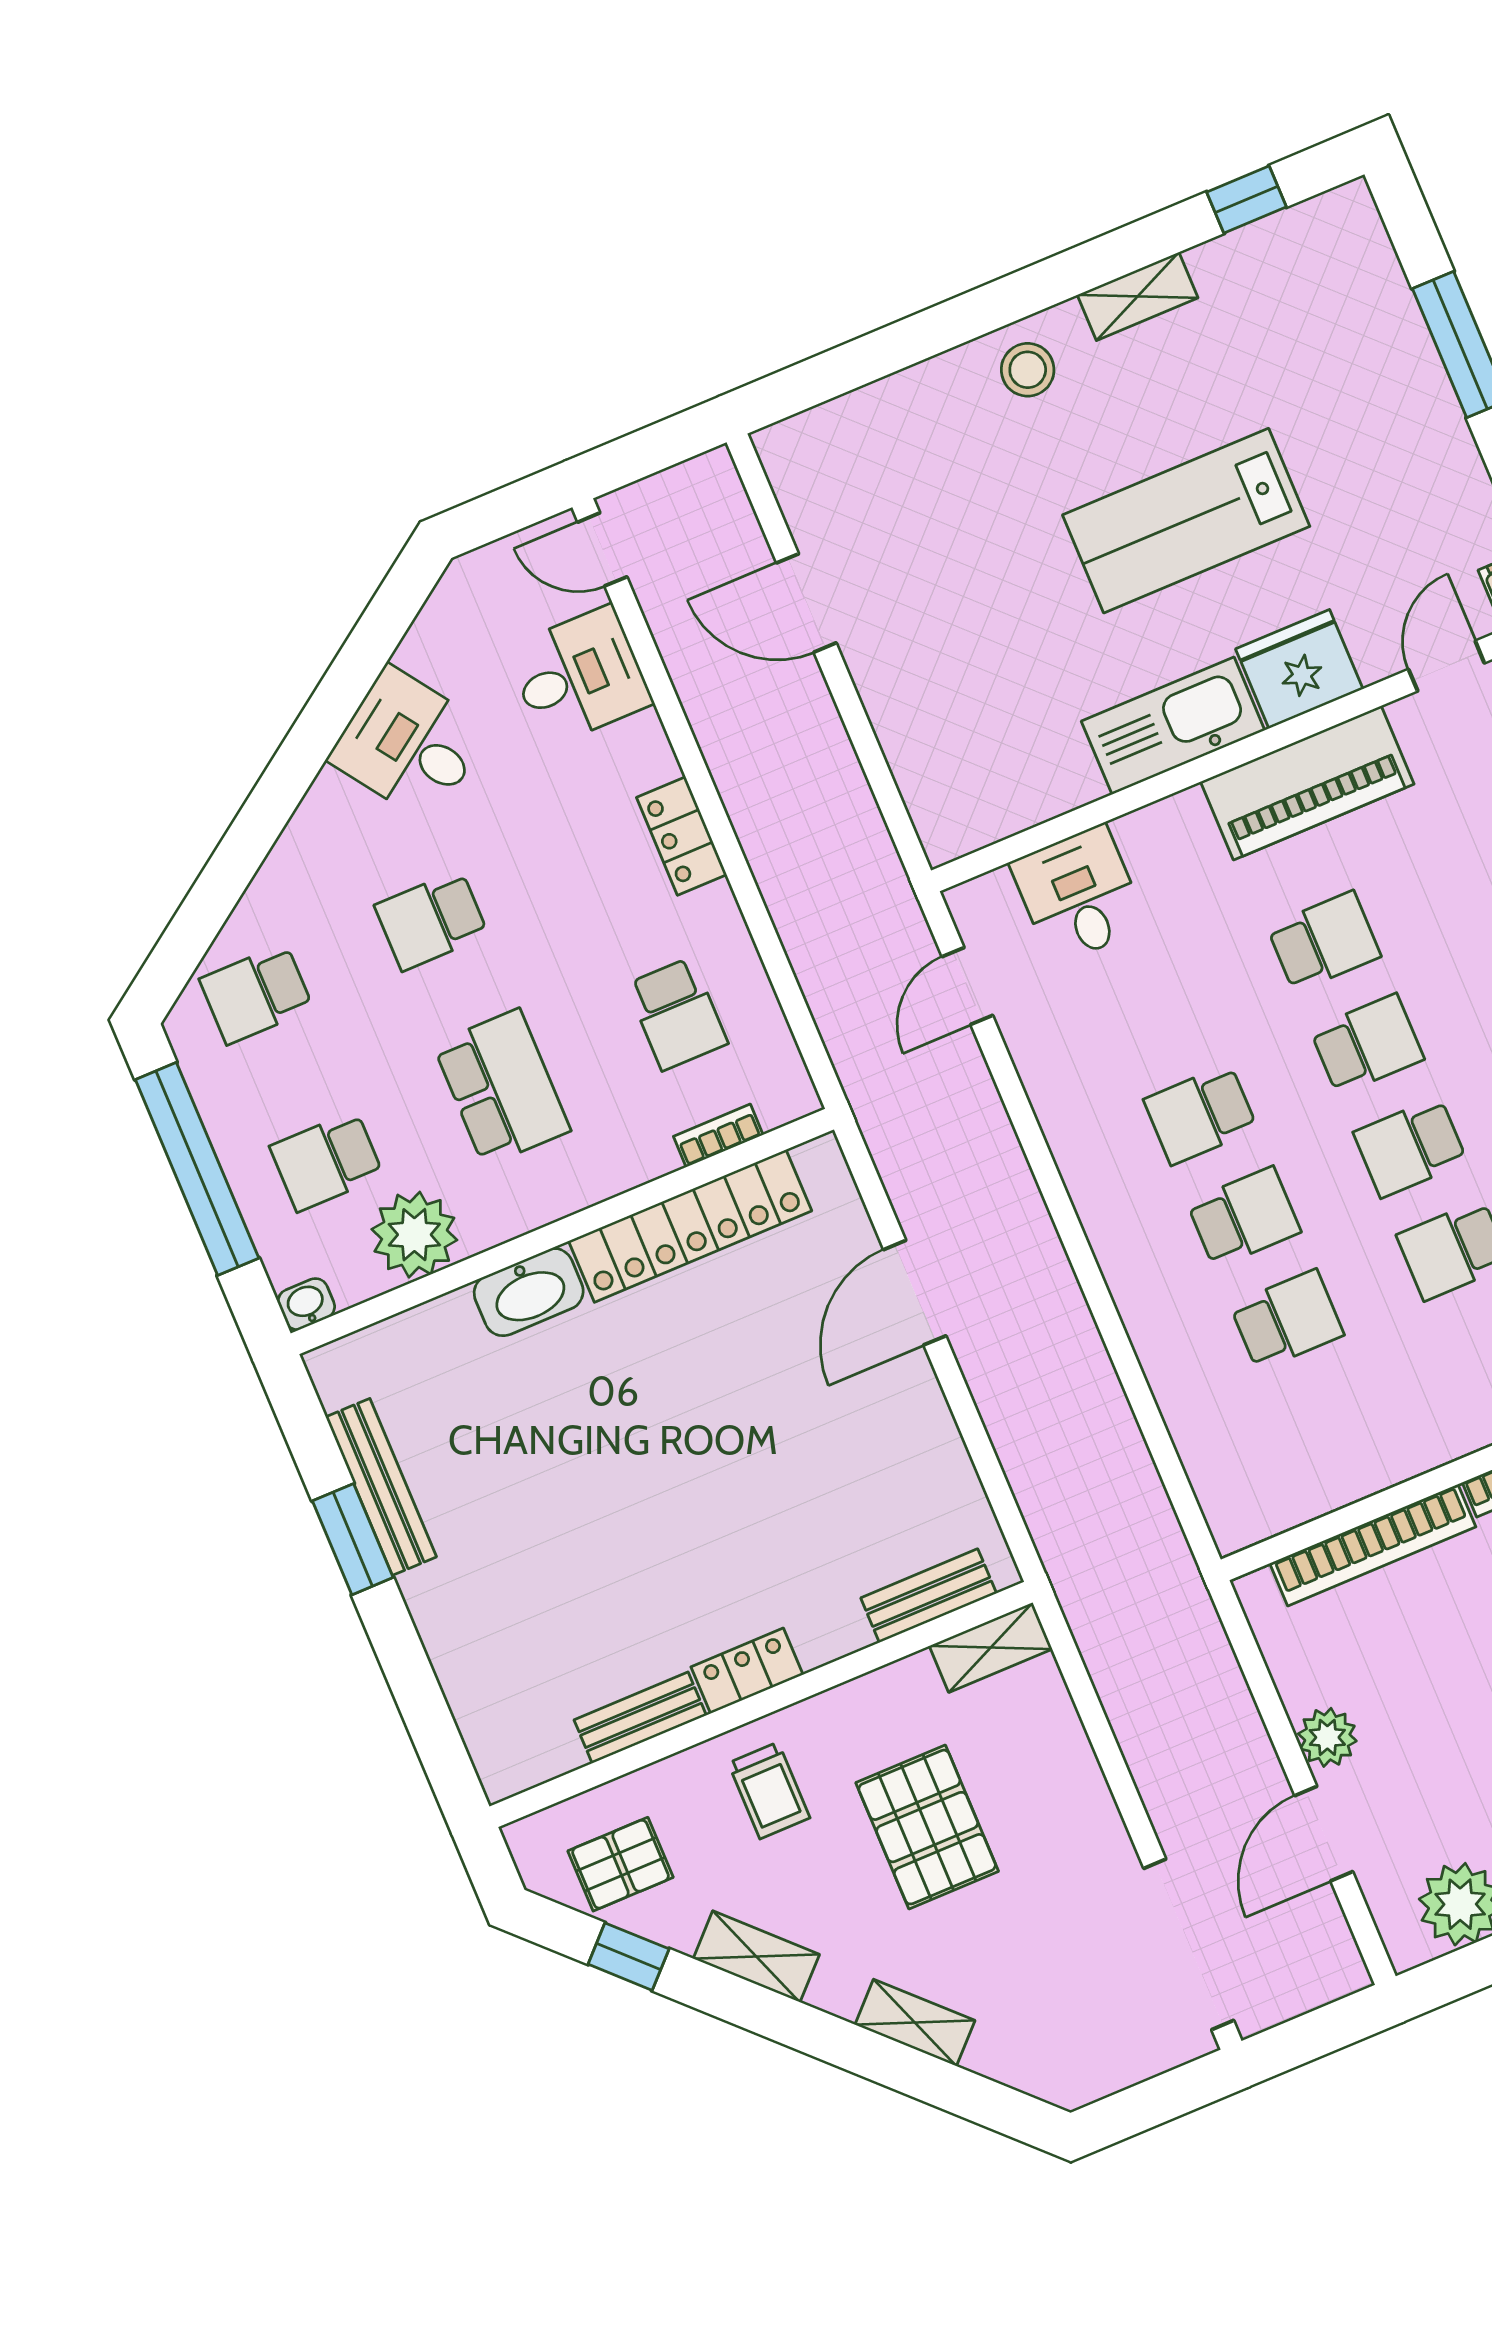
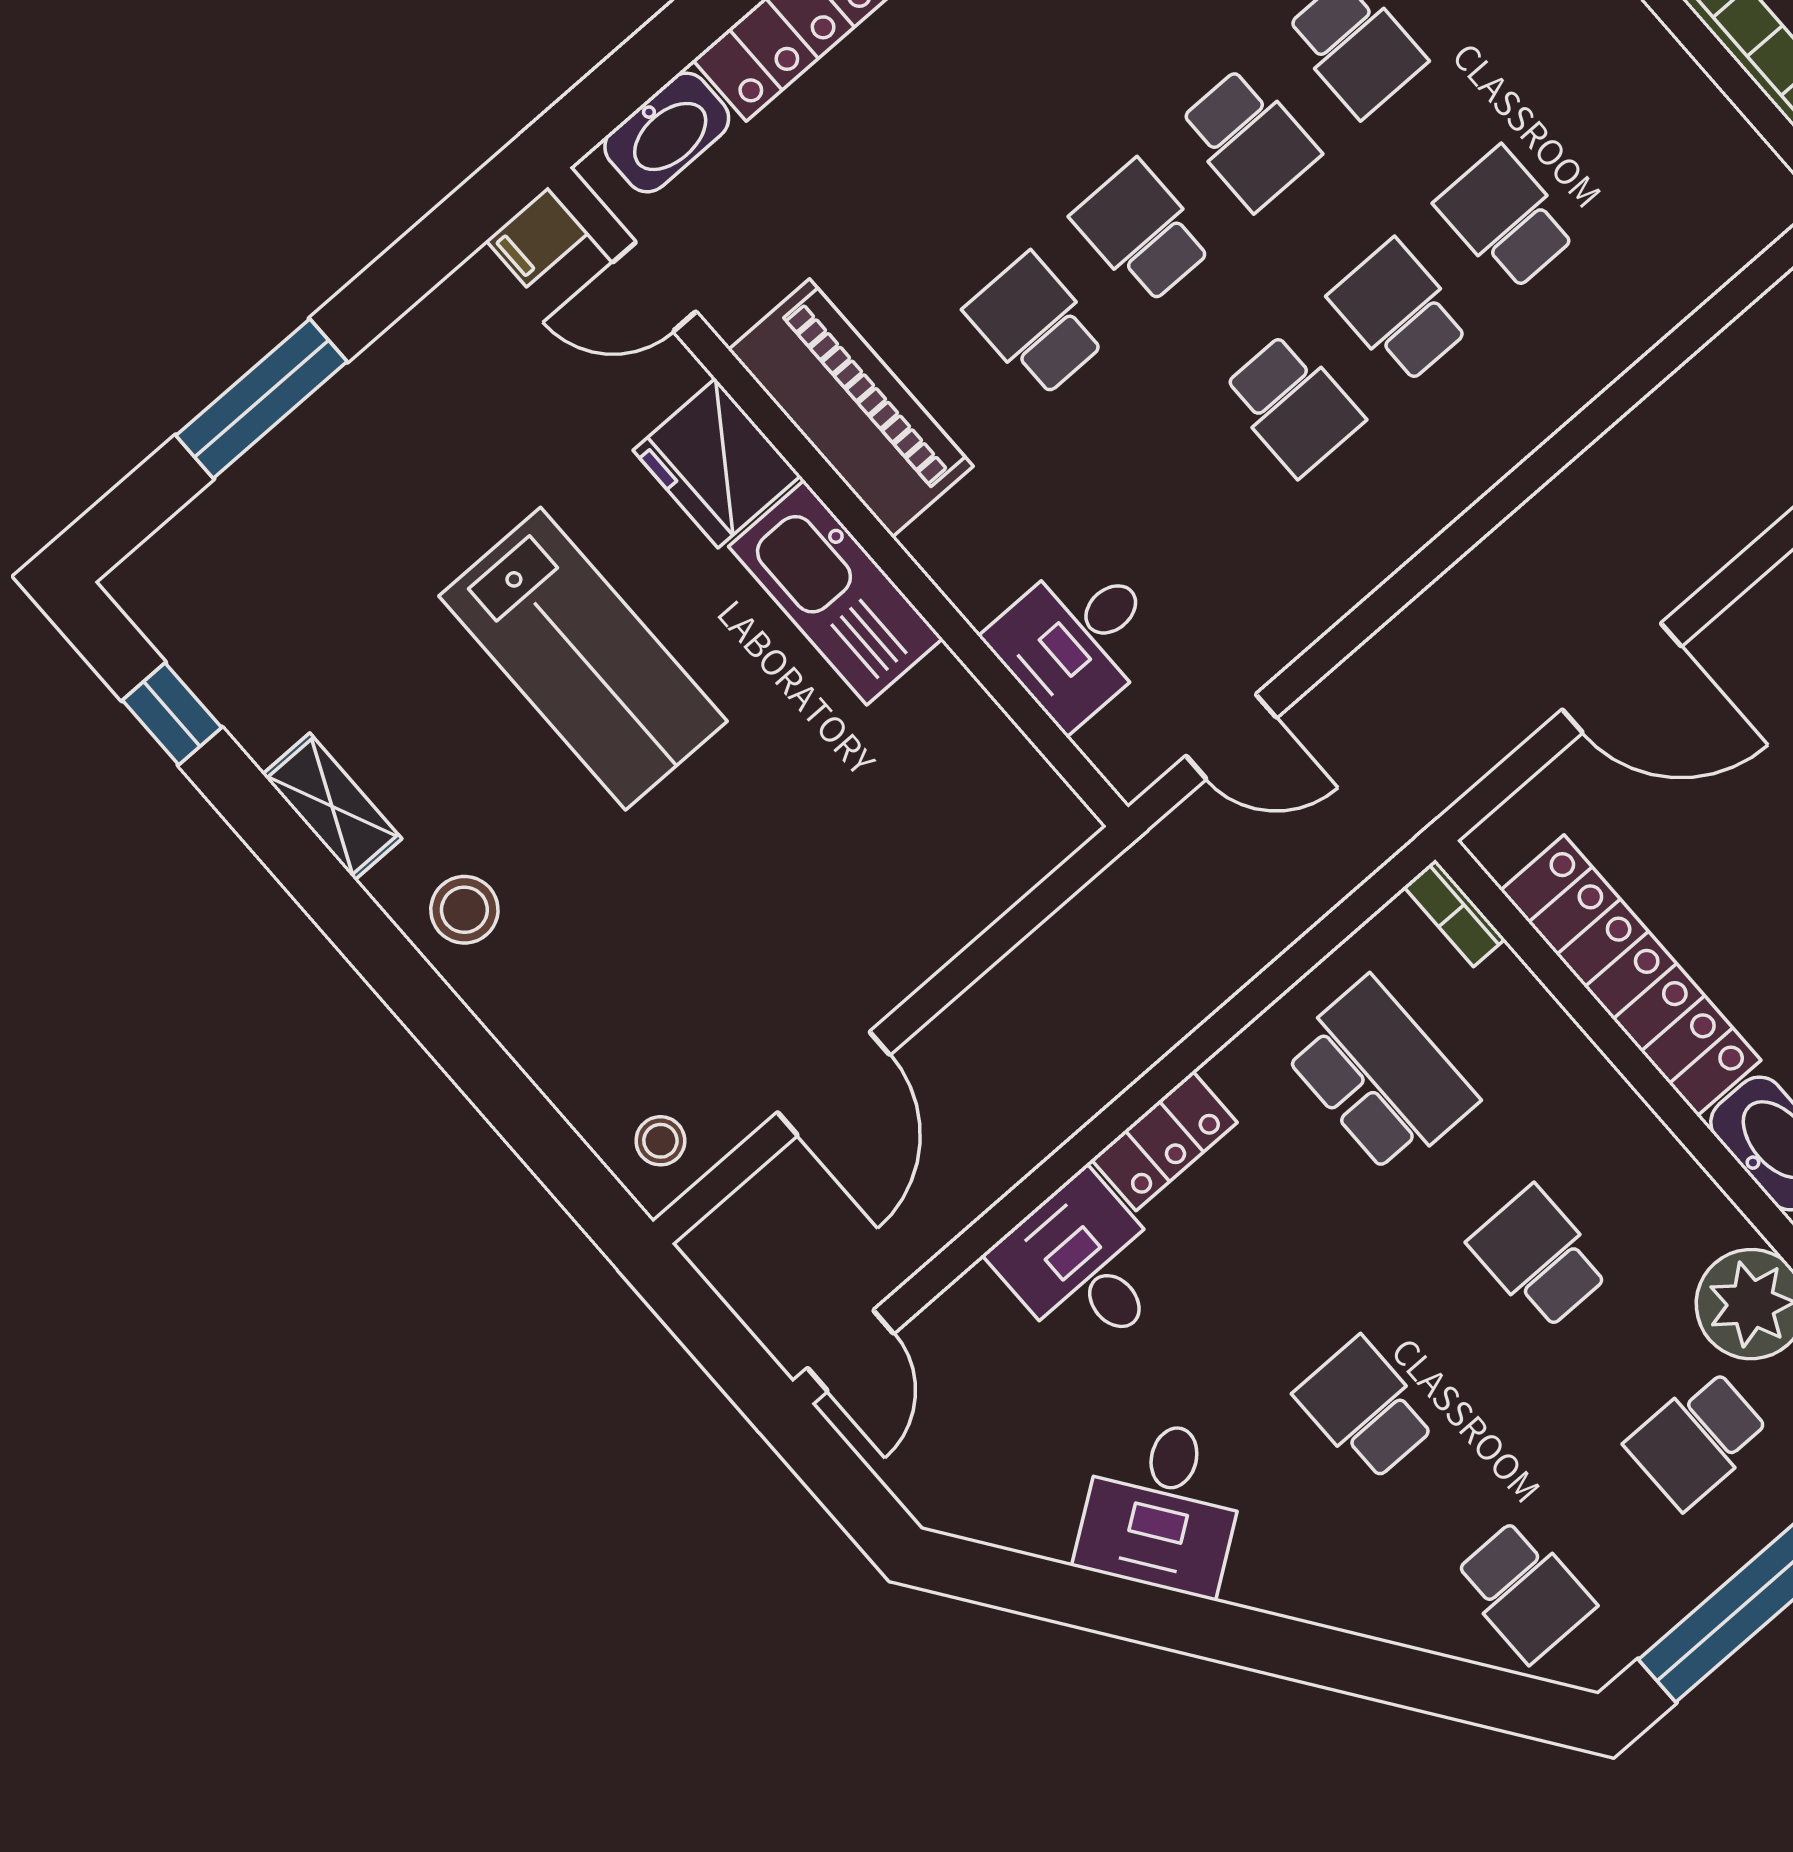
stool: (806, 459) -> (660, 1141), added
desk: (579, 676) -> (1084, 1266), moved
school desk: (431, 920) -> (1365, 1409), turned 180
school desk: (677, 1014) -> (1380, 1076), width x1.85
school desk: (502, 1088) -> (1539, 1257), width x0.54
bookcase: (718, 1136) -> (1454, 913), moved
school desk: (327, 1161) -> (1698, 1439), turned 90

